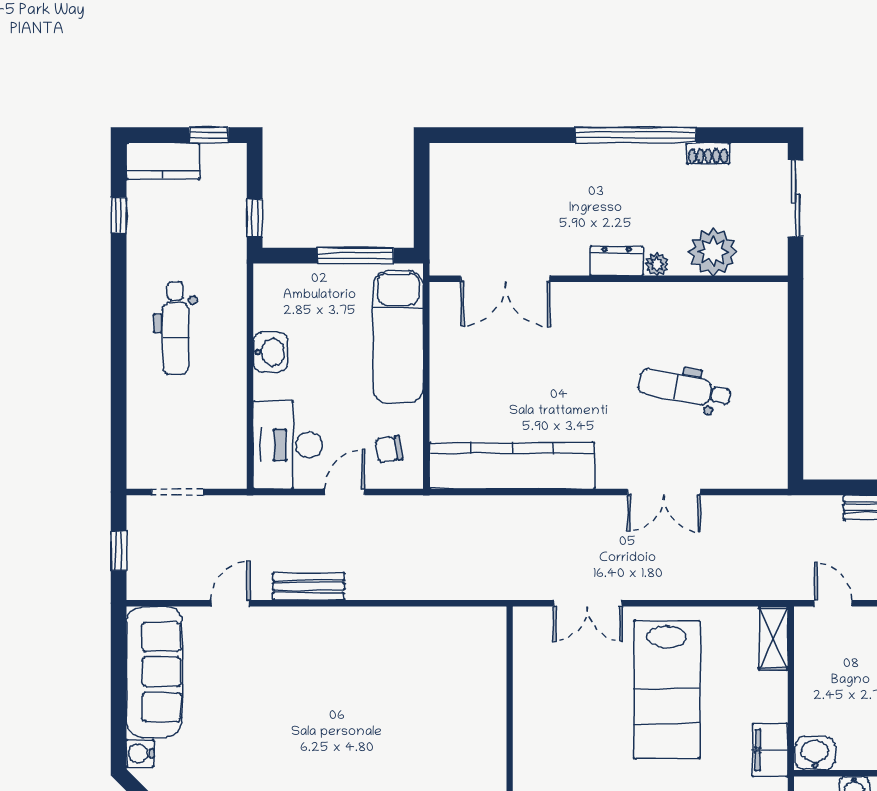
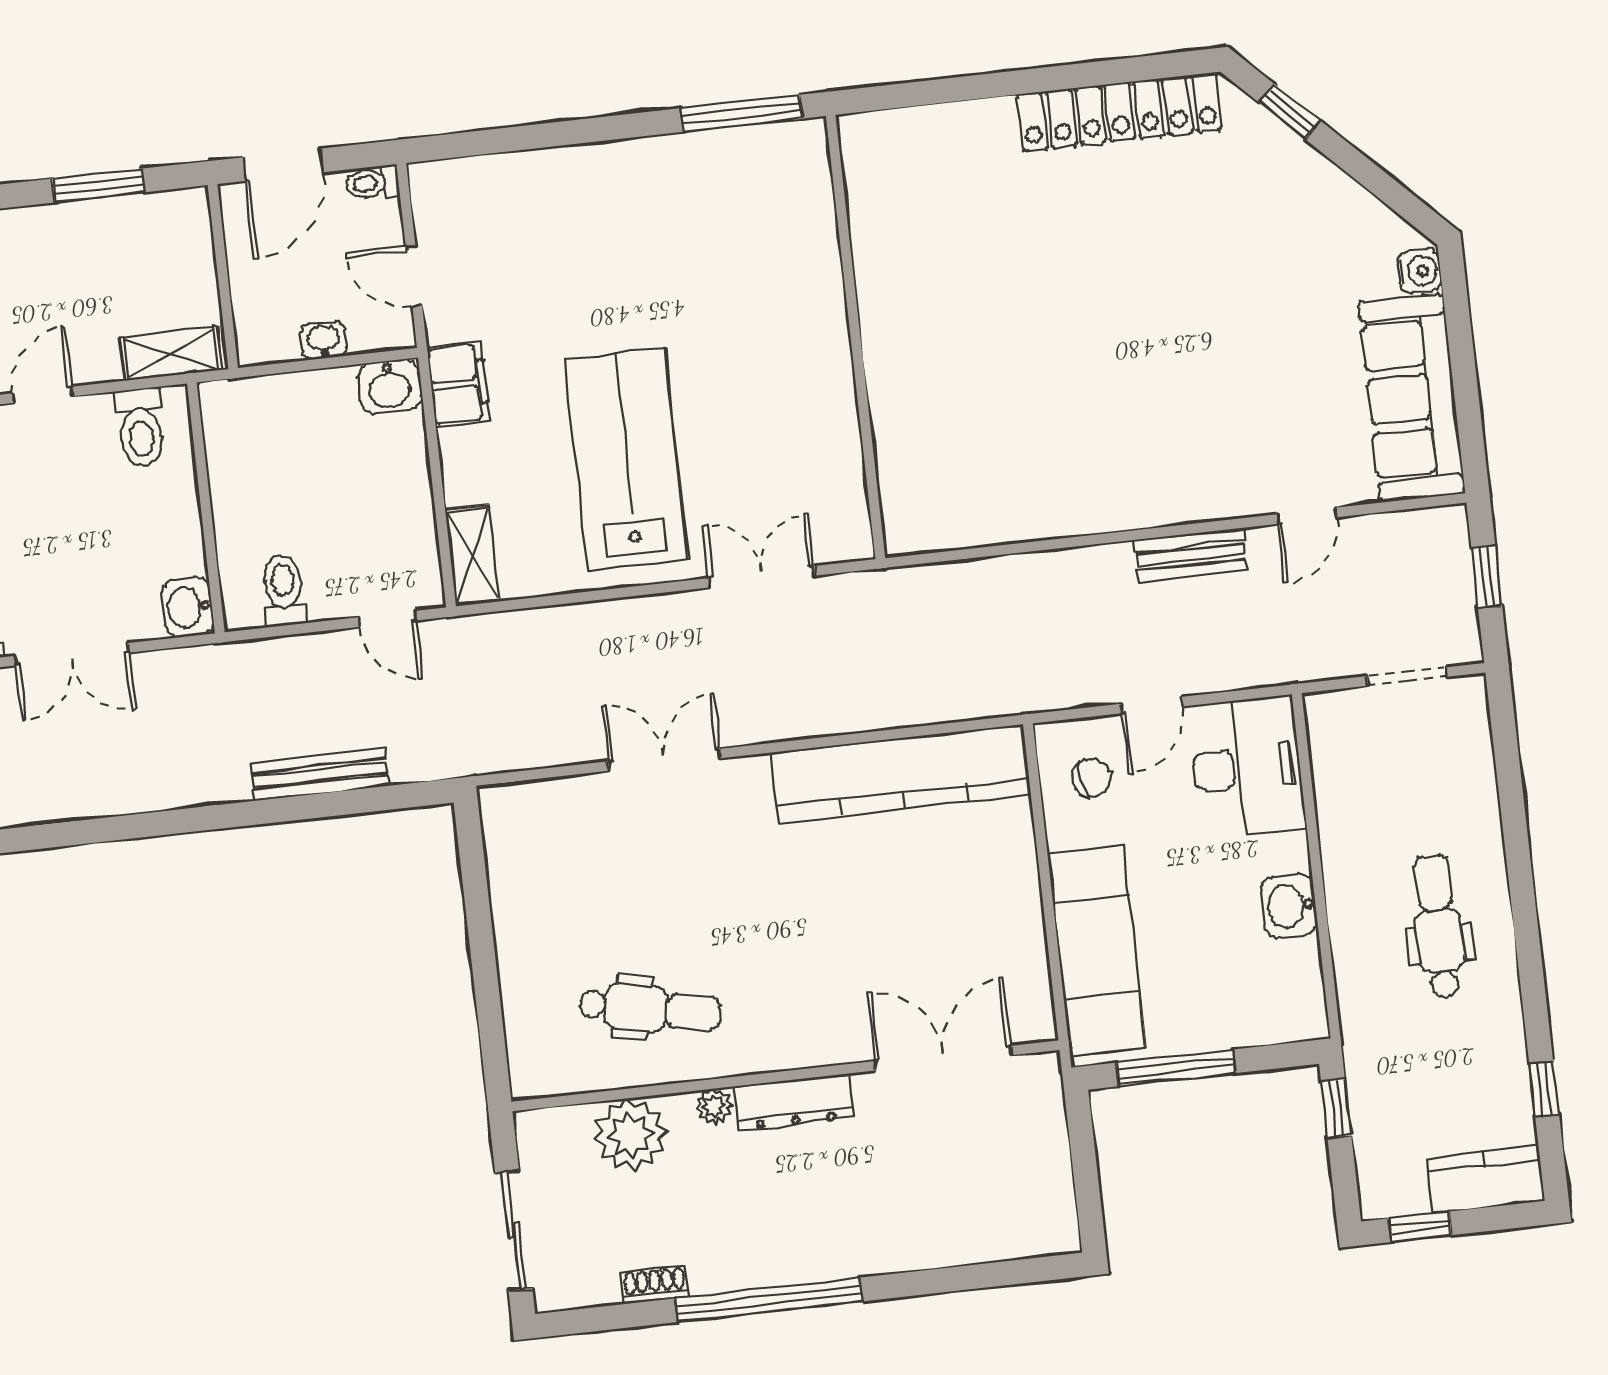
dresser: (617, 261) -> (794, 1103), width x1.44
dental chair: (685, 389) -> (650, 1009), moved

